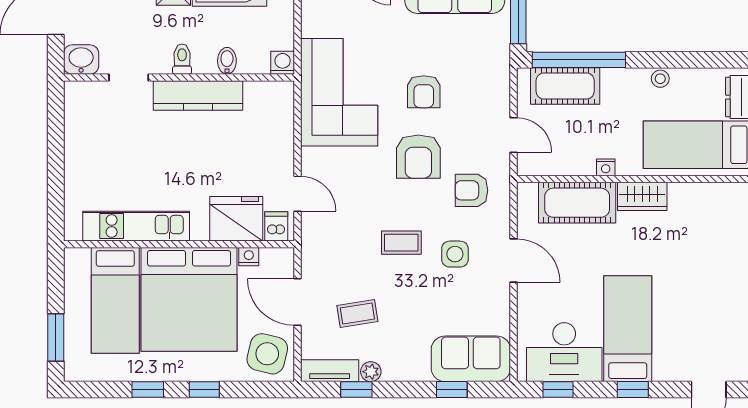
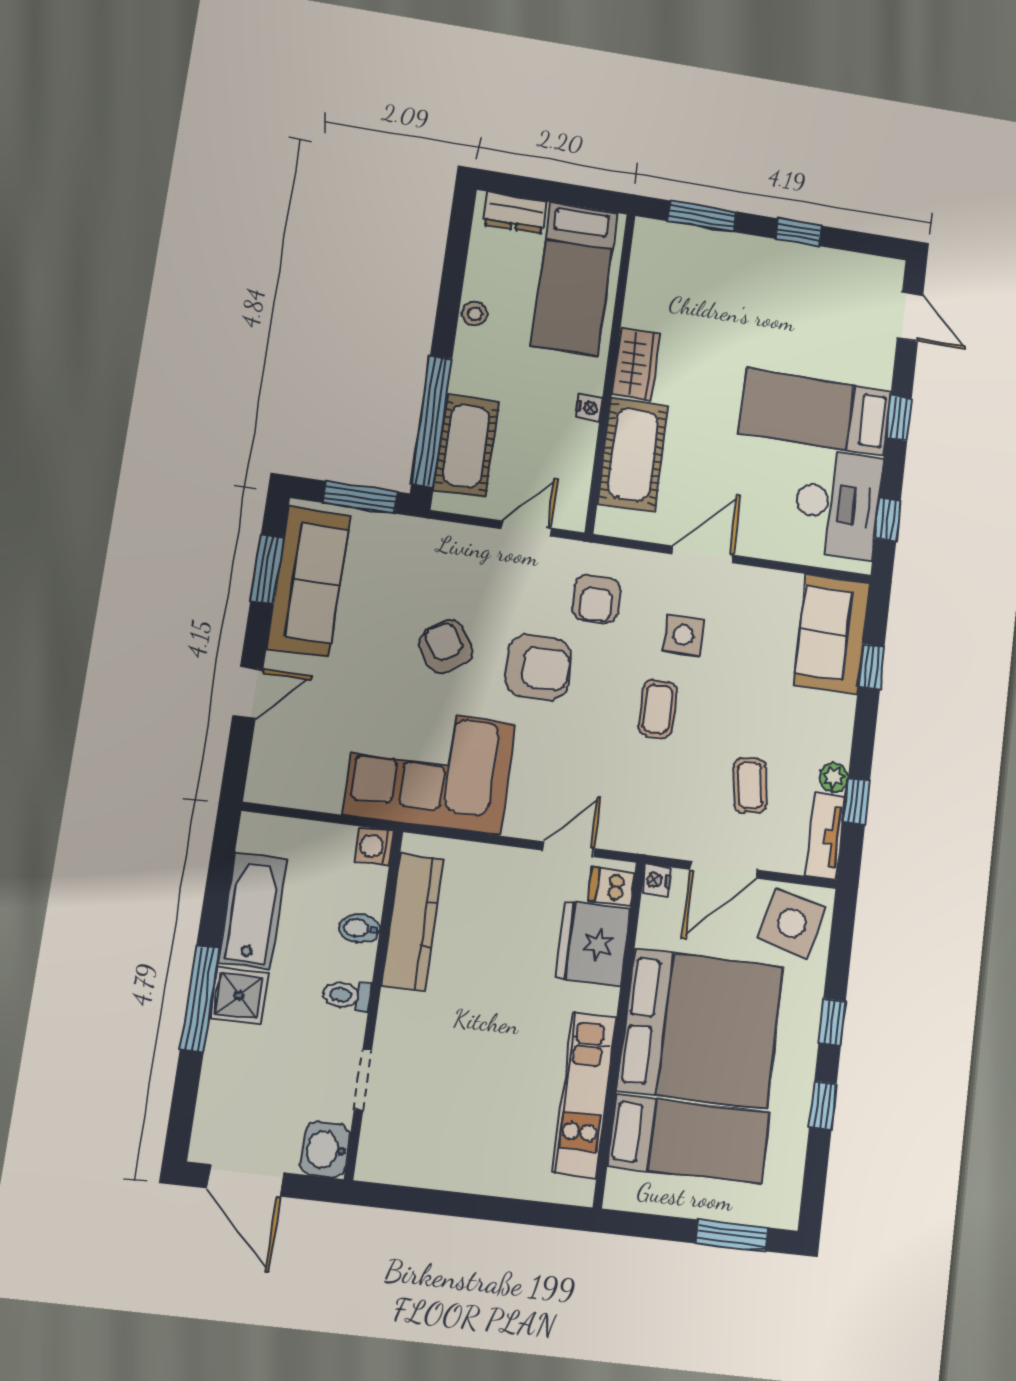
armchair: (424, 92) -> (446, 647), turned -123
kitchen counter: (198, 96) -> (413, 922), moved
nightstand: (249, 257) -> (656, 880), moved

